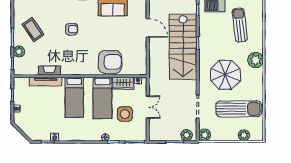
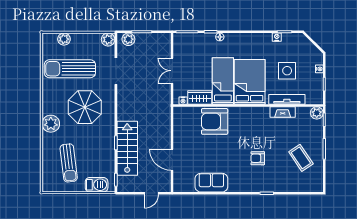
stairs: (183, 47) -> (127, 148), width x0.73, depth x0.66
plant: (19, 51) -> (317, 113), moved
bed: (74, 97) -> (250, 82), width x1.50
side table: (125, 114) -> (287, 71), moved

